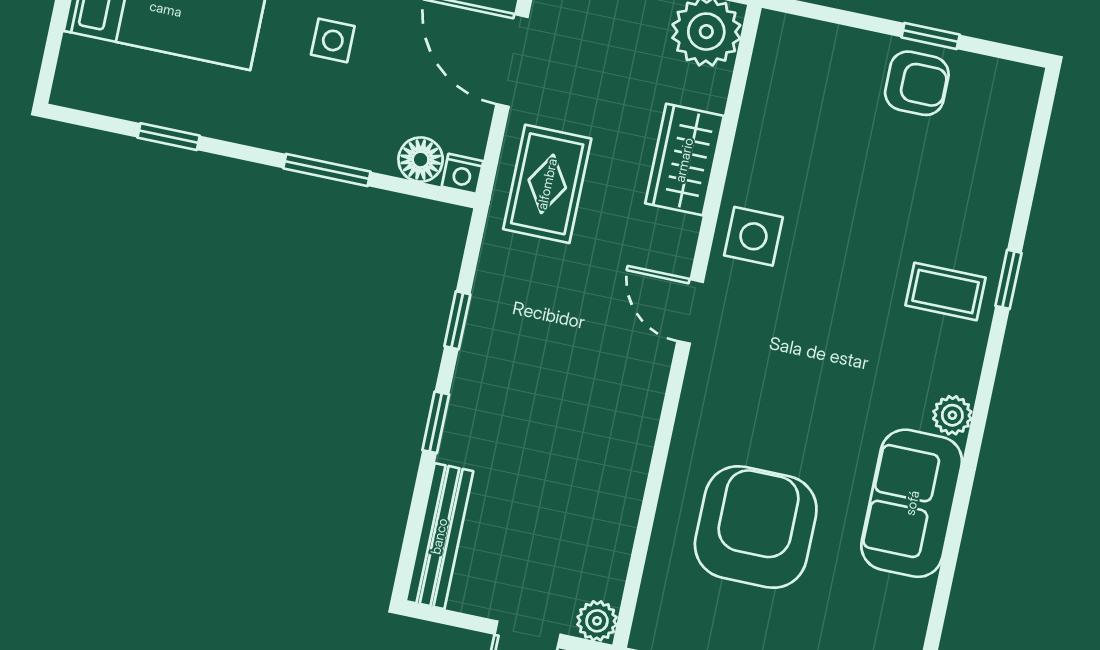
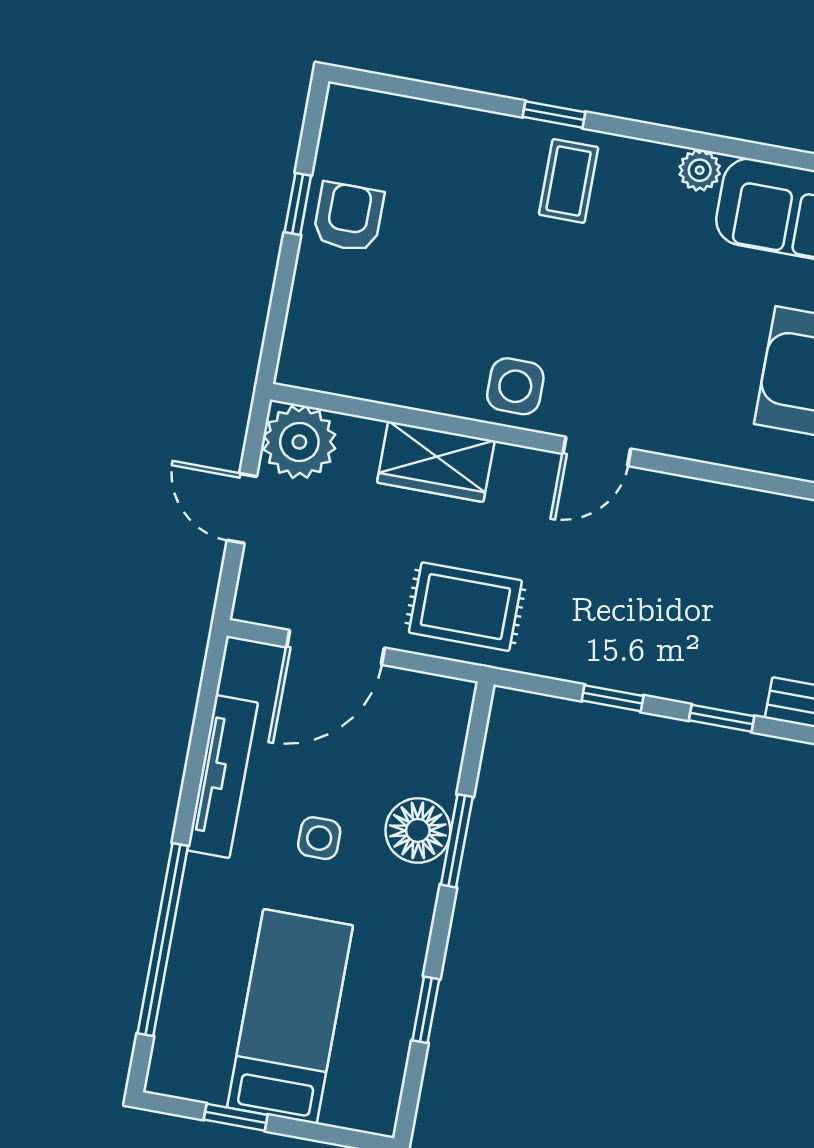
floor lamp: (421, 160) -> (418, 830), moved, width x1.38, depth x1.38
nightstand: (462, 174) -> (457, 697), removed

